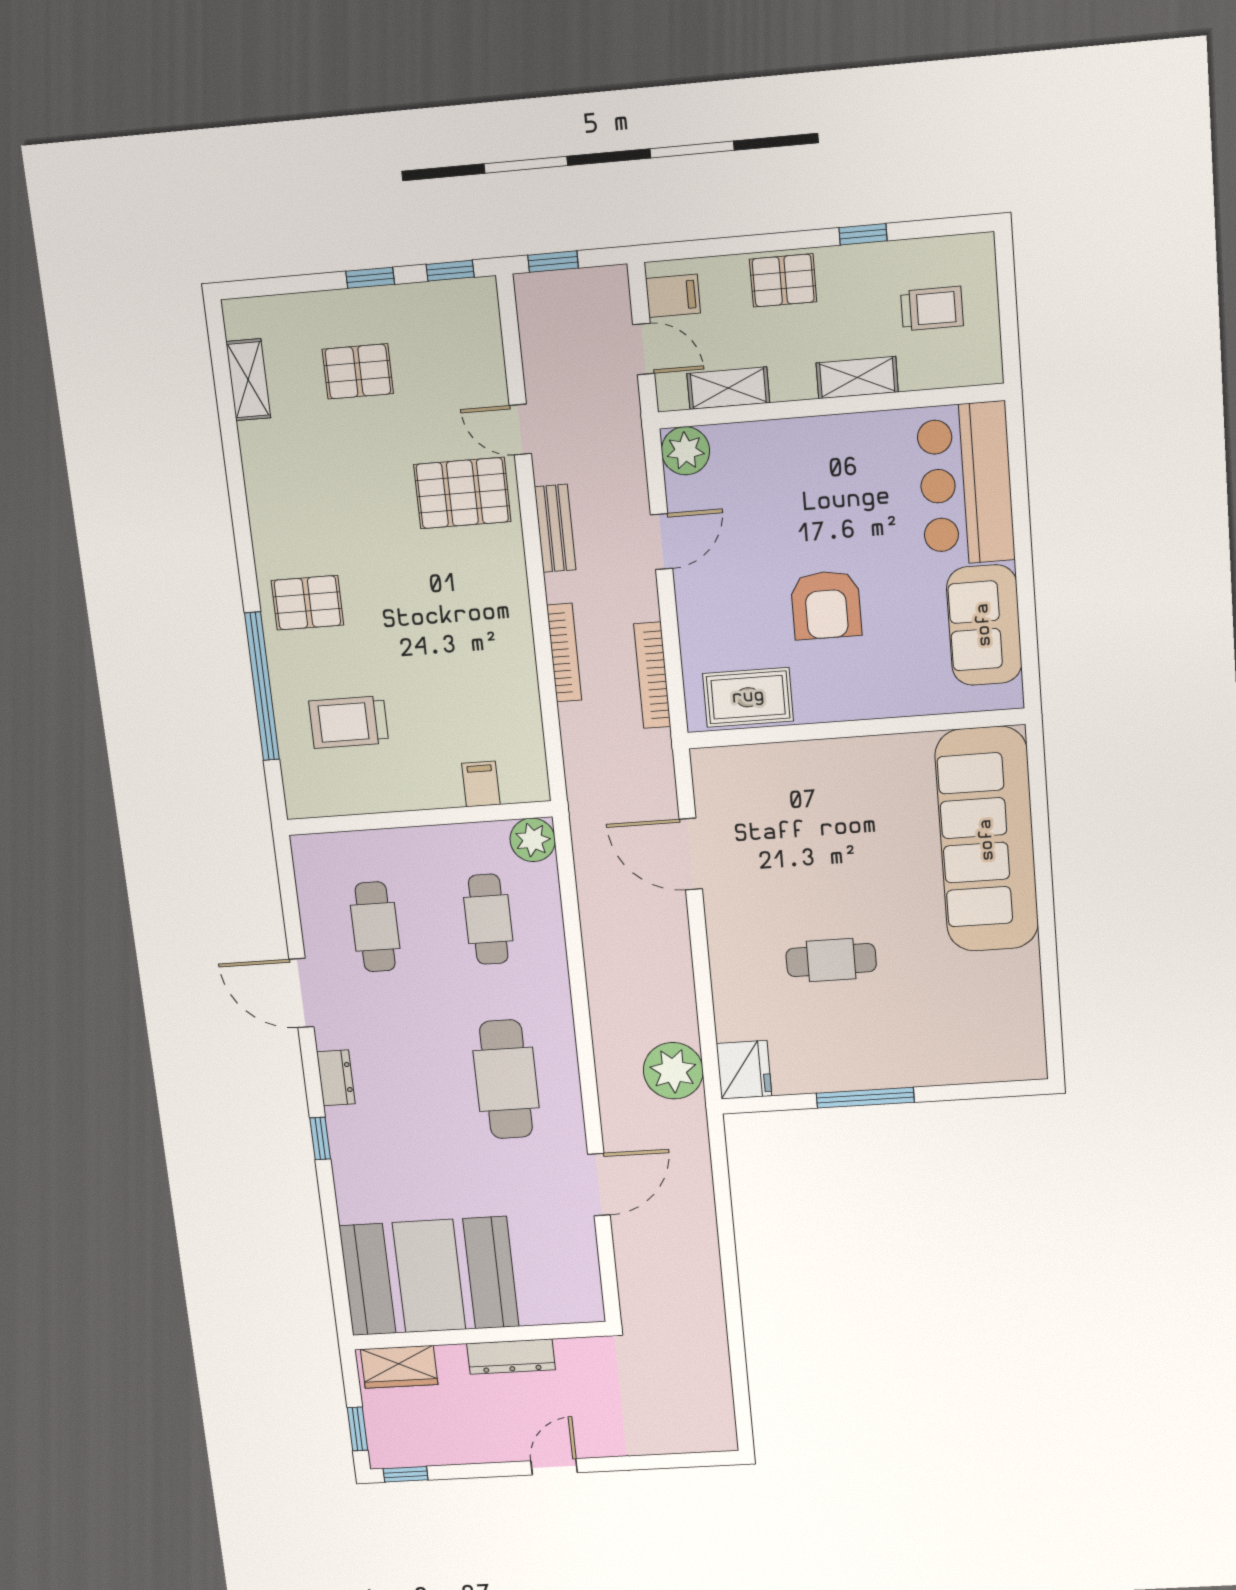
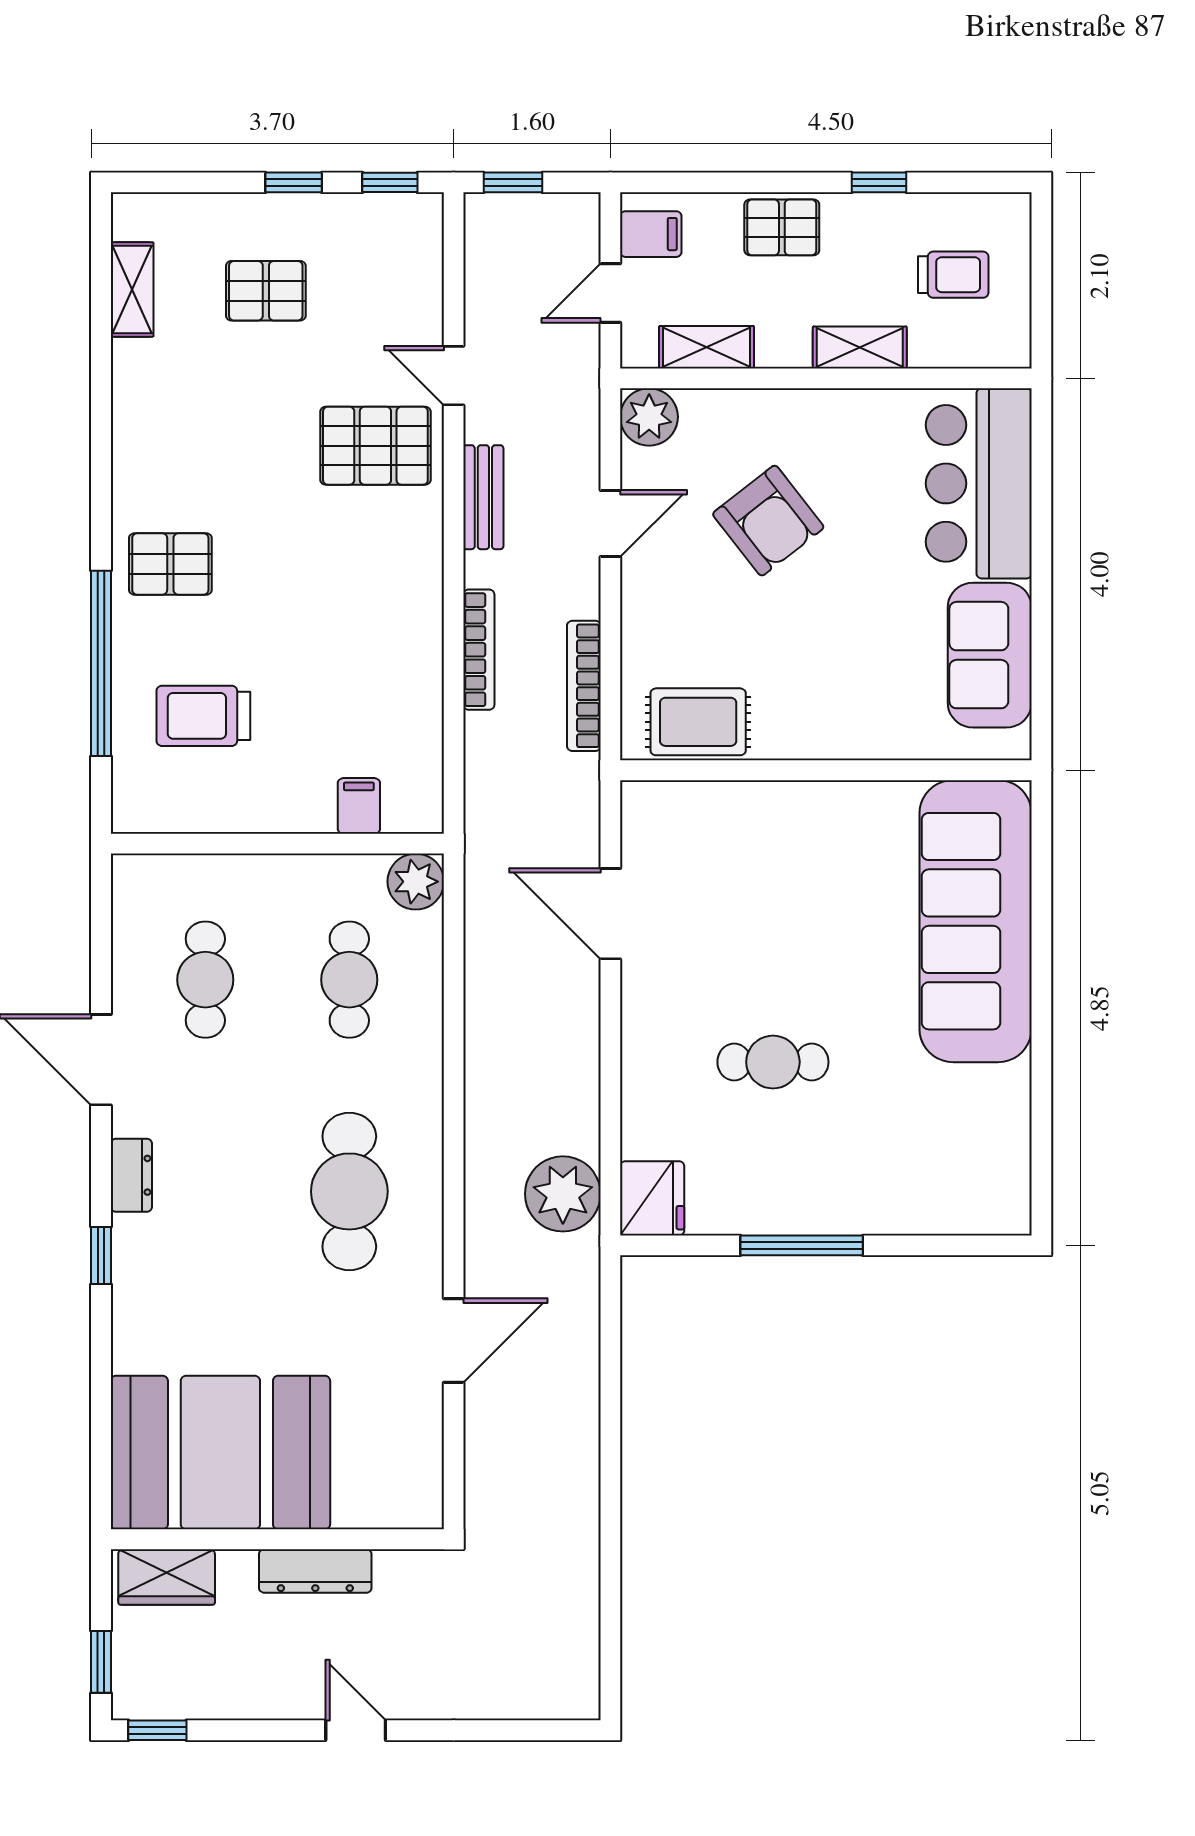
door: (644, 349) -> (610, 293), swing flipped
armchair: (826, 605) -> (768, 521), moved, turned -38
door: (554, 1467) -> (356, 1730), hinge flipped

